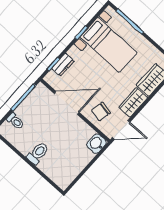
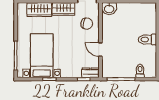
dresser: (63, 65) -> (90, 73), moved
door: (67, 103) -> (100, 50), width x0.53

